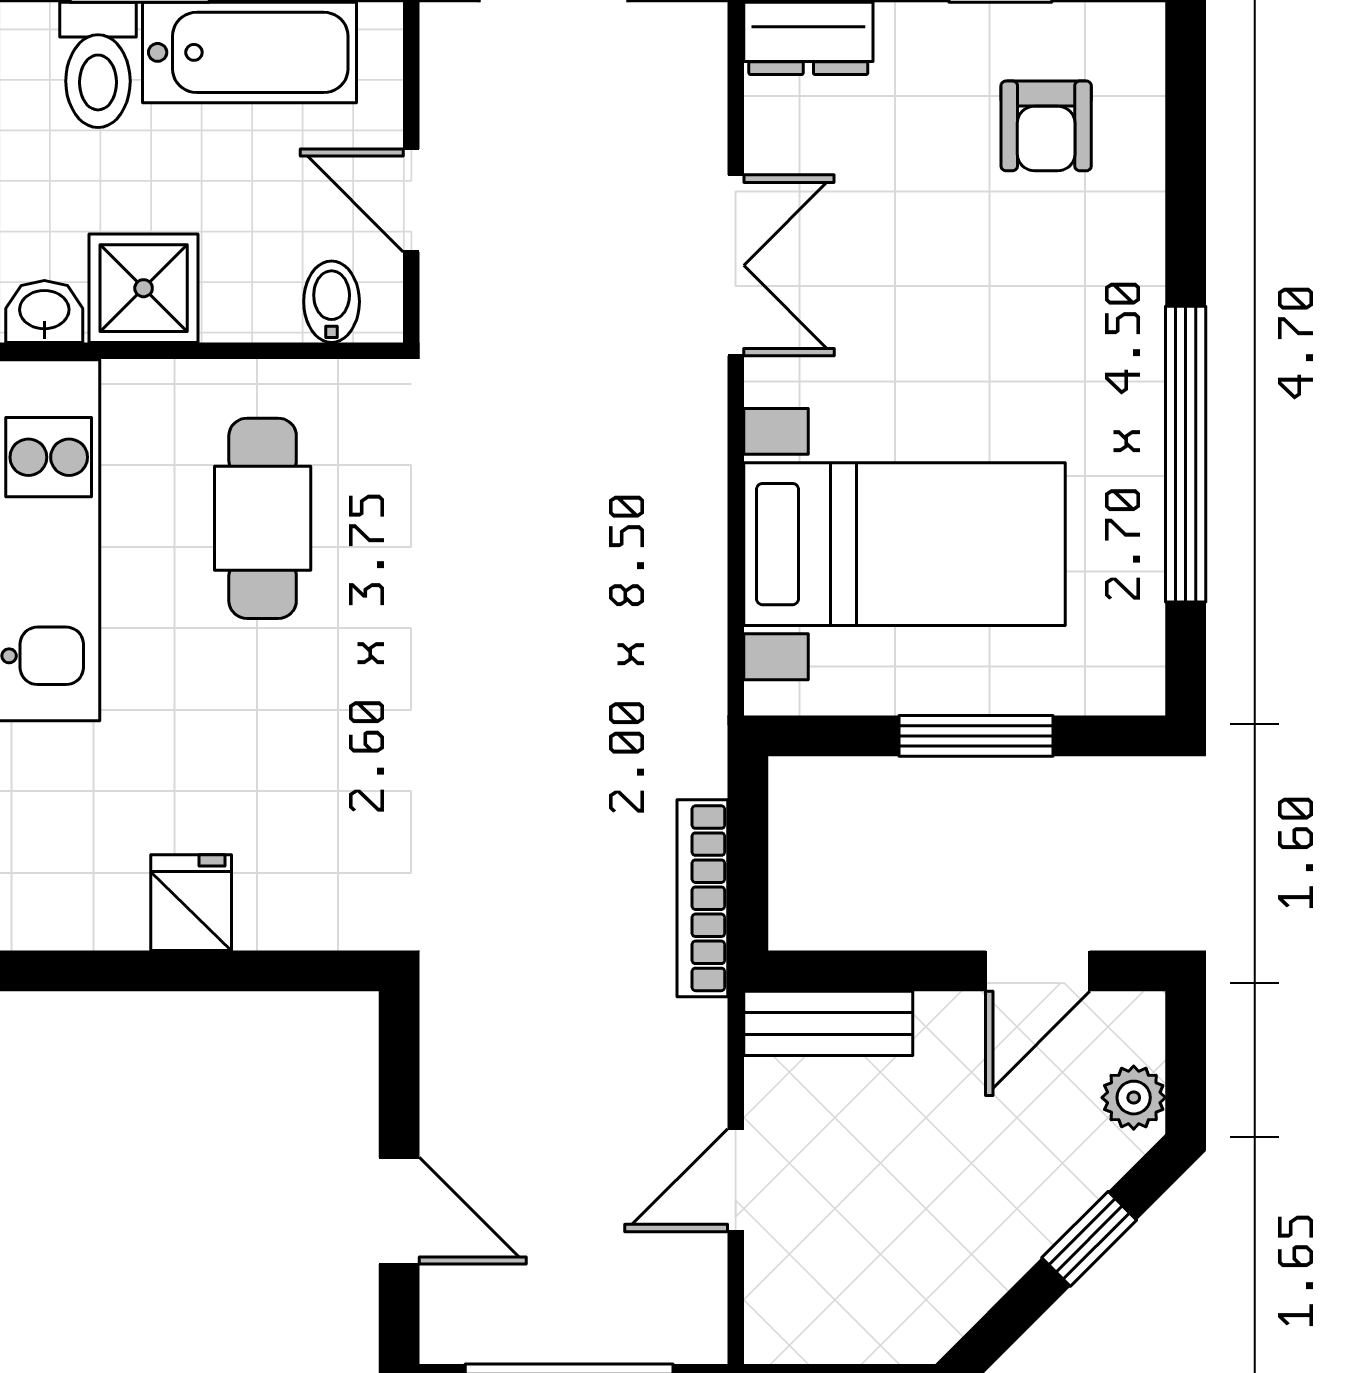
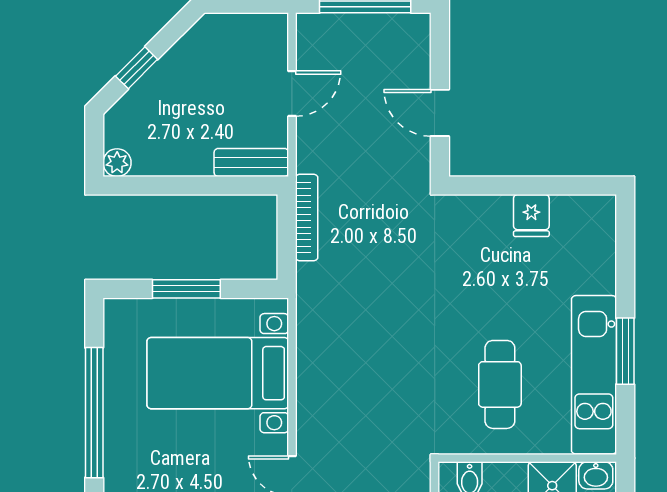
door: (1038, 971) -> (159, 186), removed
plant: (1134, 1098) -> (117, 163), moved
door: (399, 1211) -> (440, 113), moved

